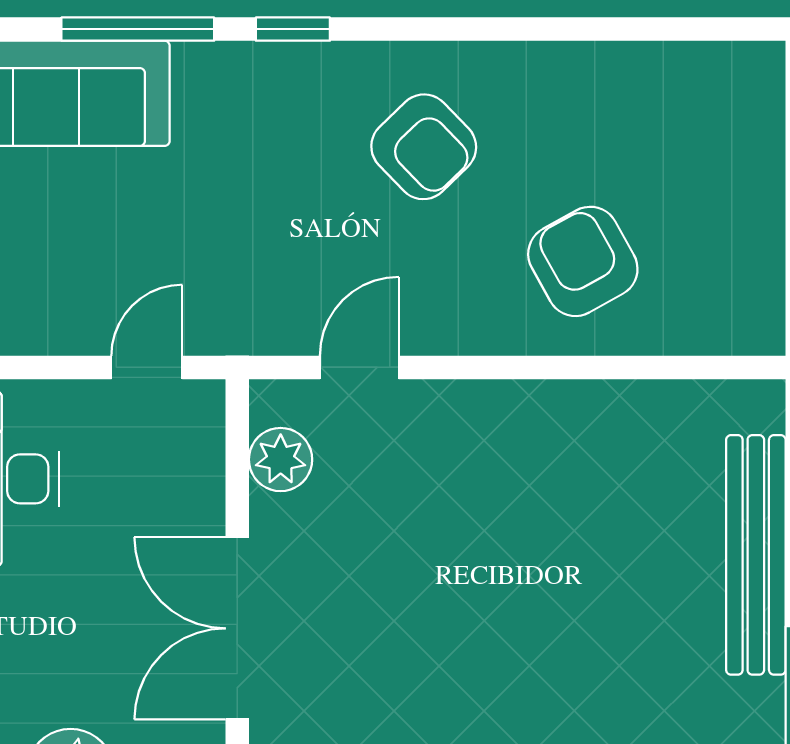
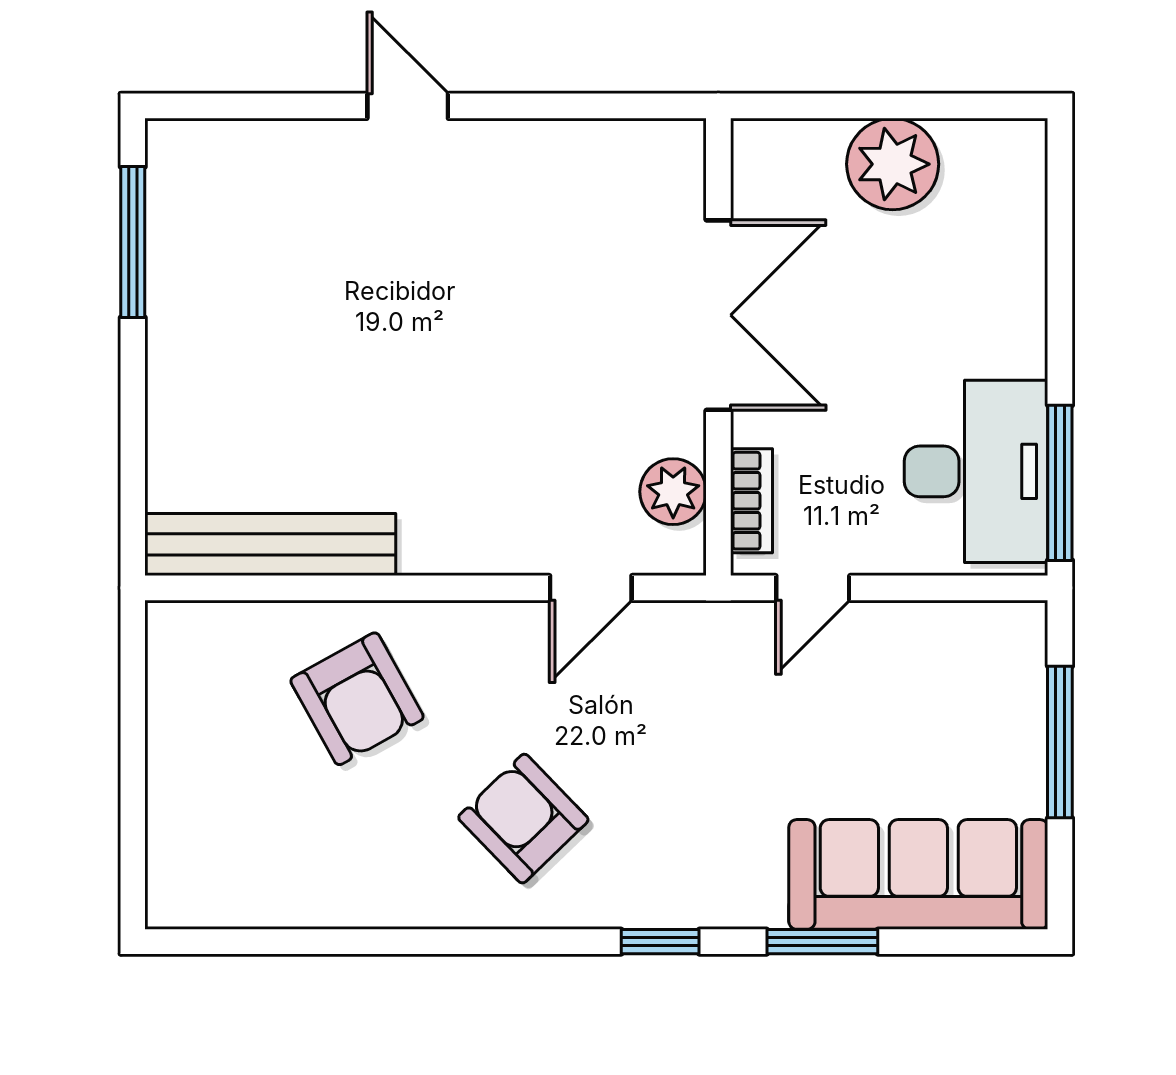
window: (138, 29) -> (822, 942), width x0.69
bookcase: (206, 451) -> (751, 501), added
bench: (756, 555) -> (270, 544), moved, turned 90

